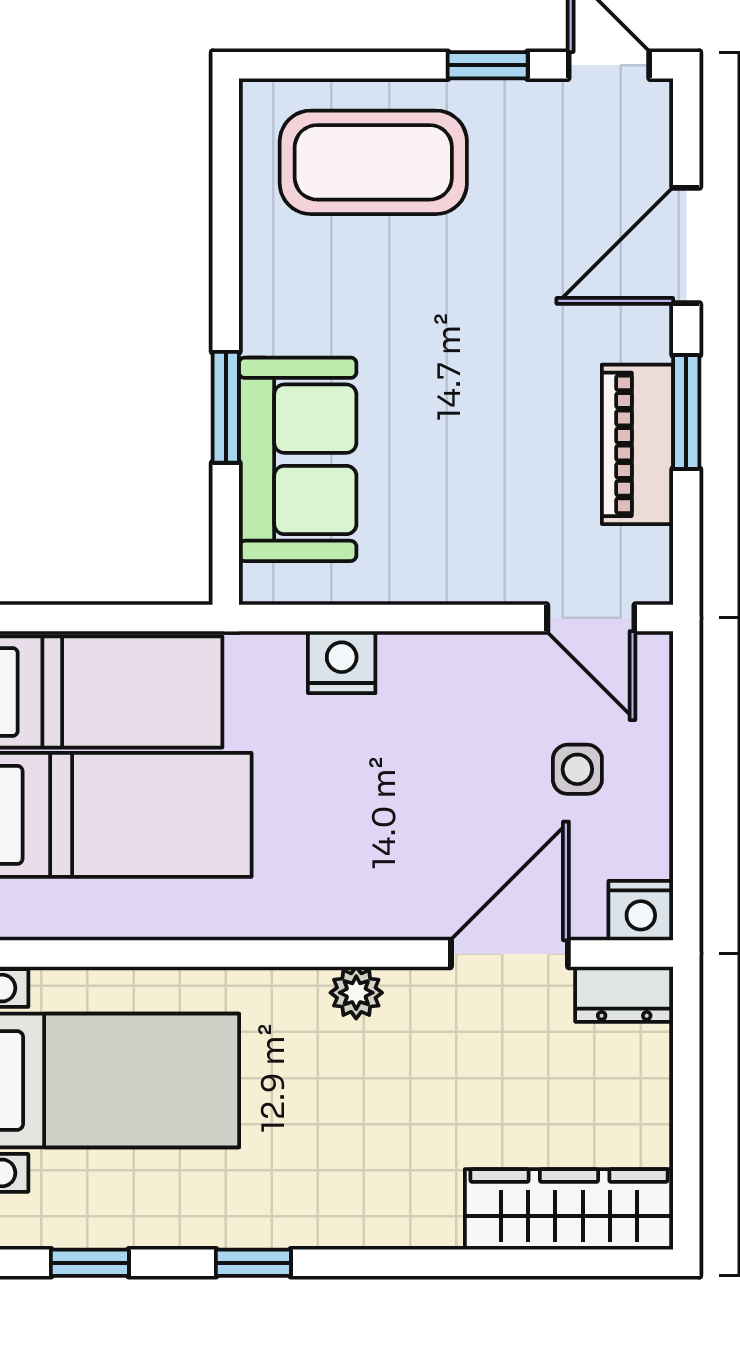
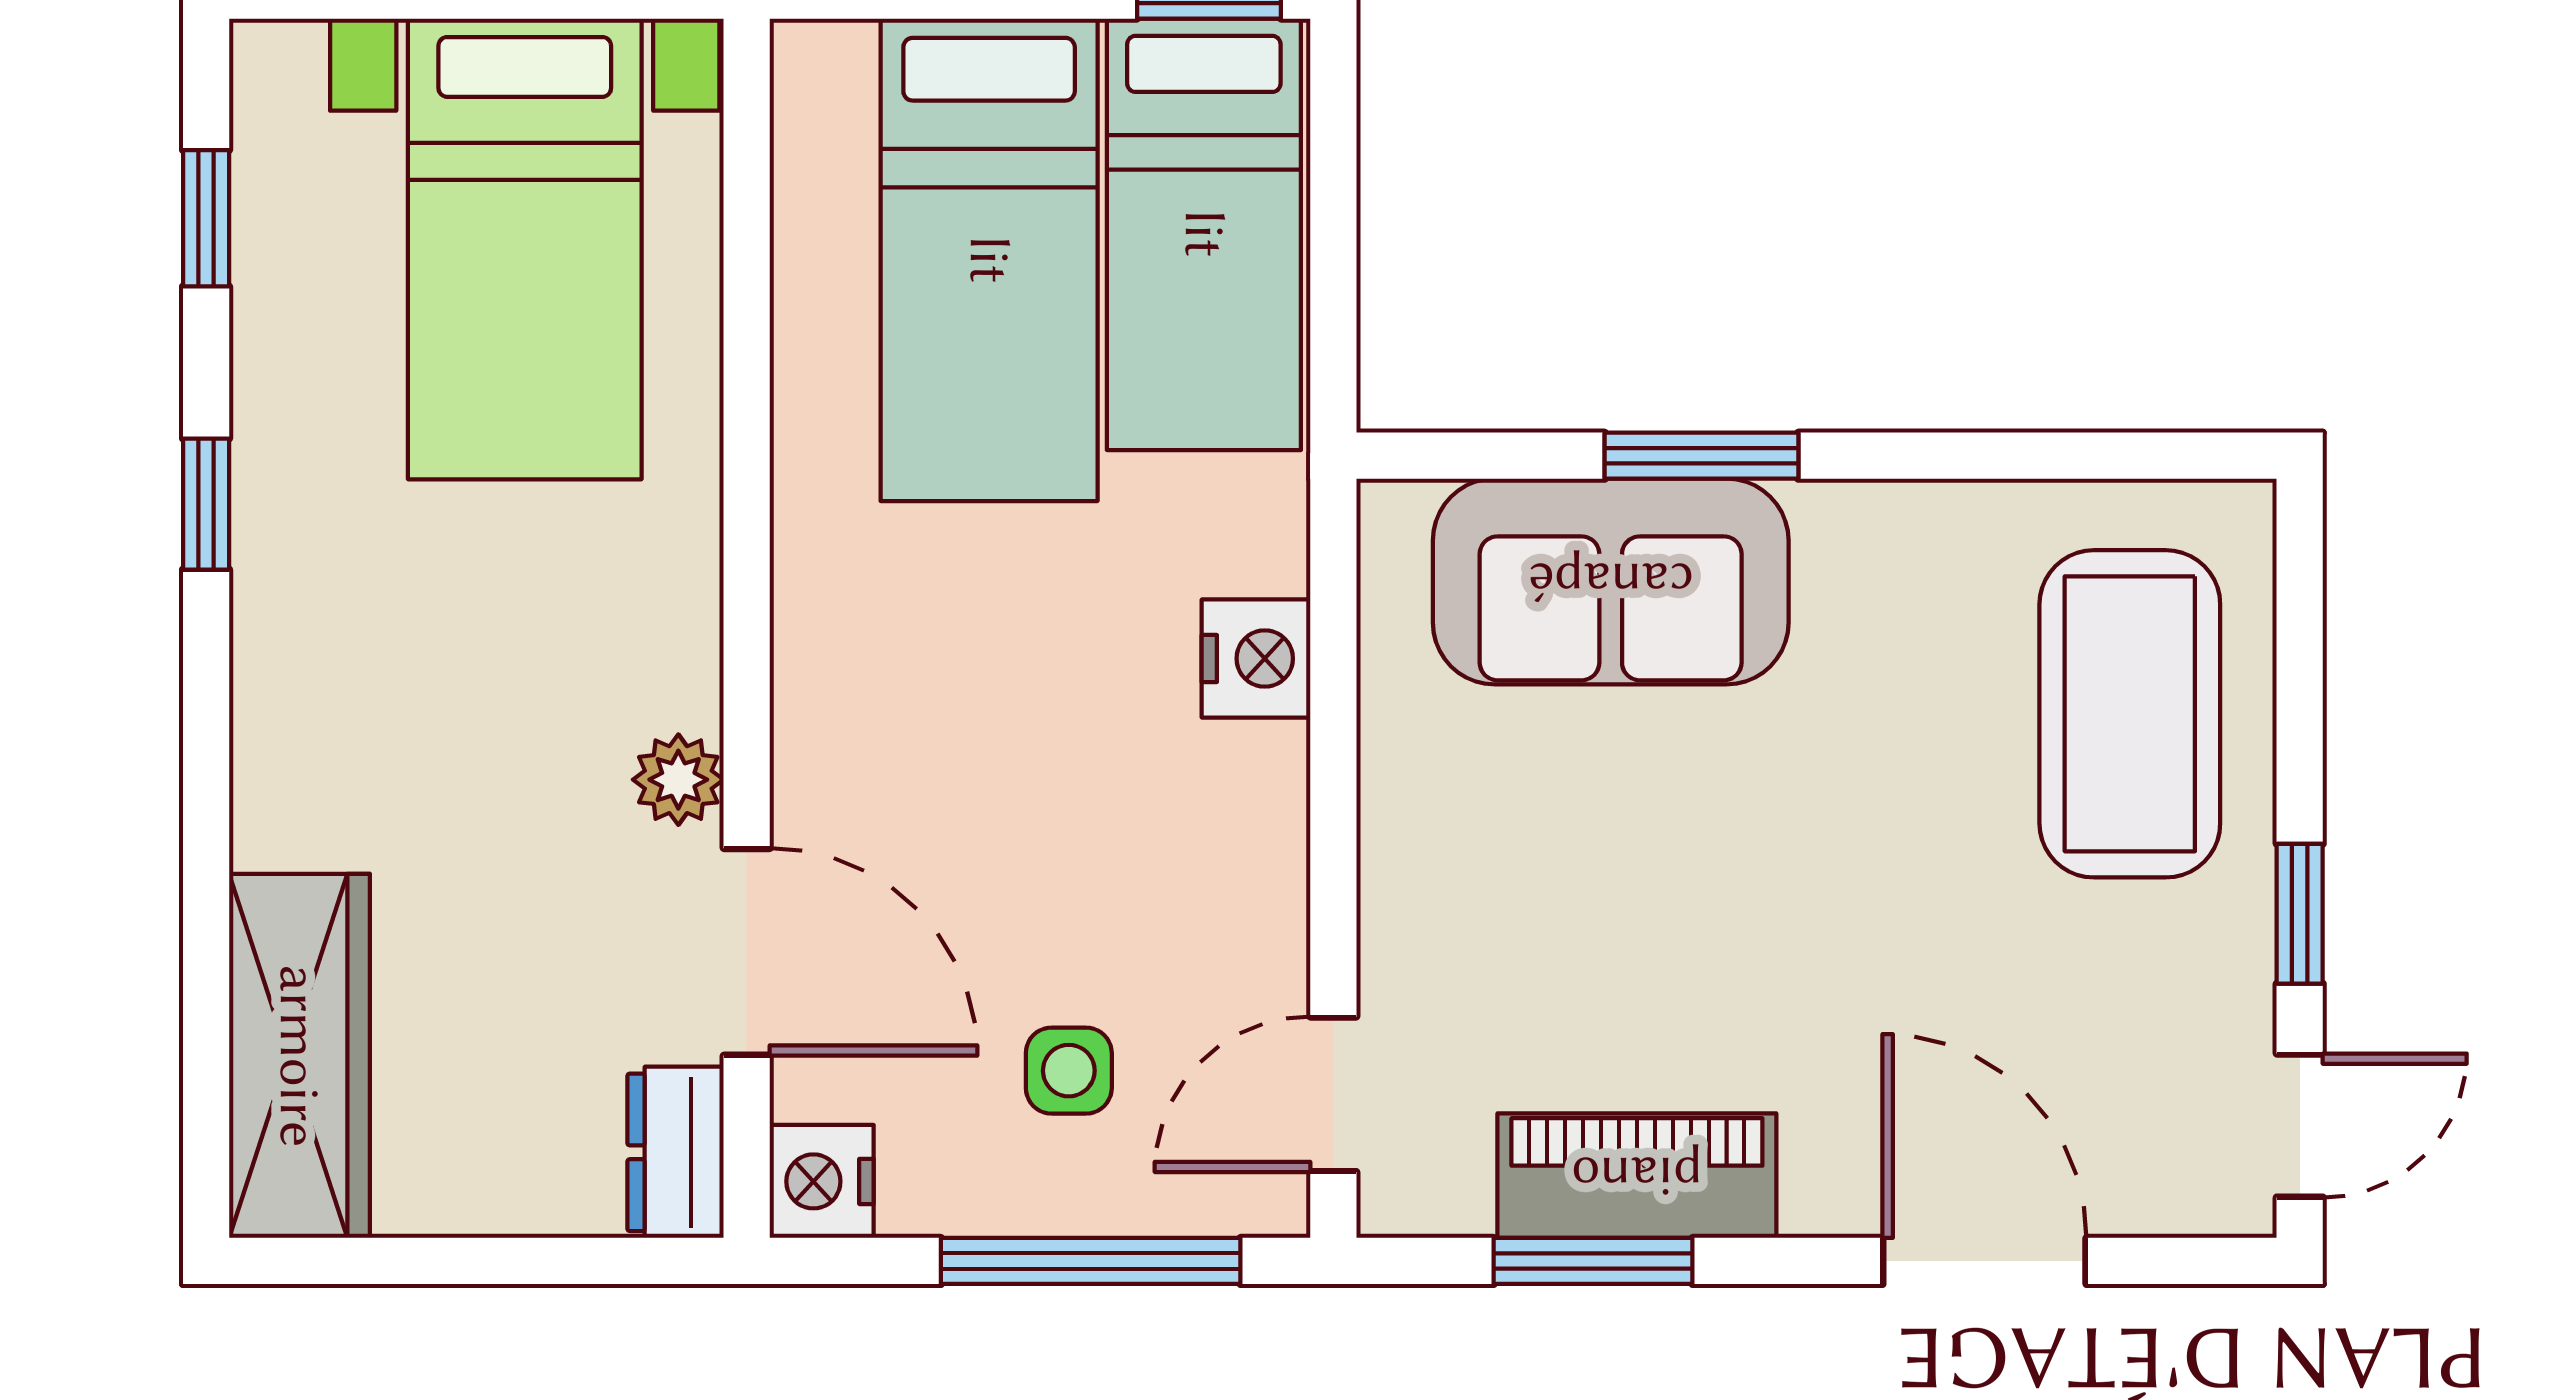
window: (686, 412) -> (1593, 1261), moved
window: (686, 757) -> (1091, 1261), added
plant: (356, 993) -> (678, 780), moved

